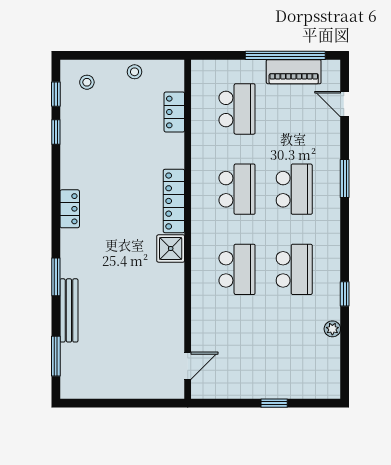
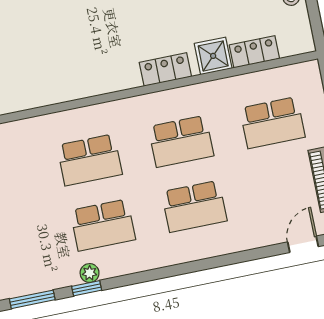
window: (345, 179) -> (32, 299), moved
locker: (174, 201) -> (165, 69), width x0.66
shower: (171, 248) -> (213, 56), moved
plant: (332, 329) -> (90, 273), moved

